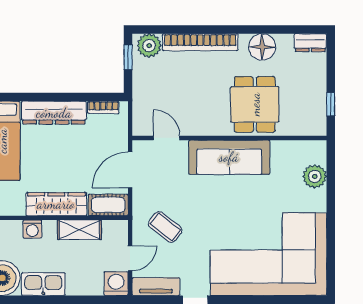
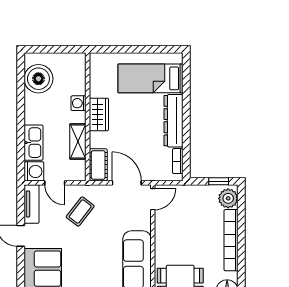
door: (167, 138) -> (153, 199), moved
wardrobe: (56, 204) -> (99, 114), width x0.67
kitchen sink: (43, 284) -> (34, 143), moved

